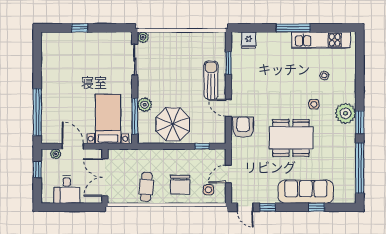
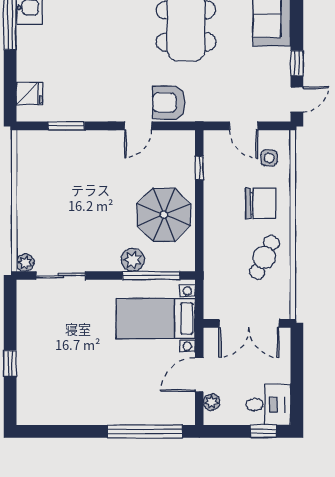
sun lounger: (211, 80) -> (93, 154), removed
window: (37, 169) -> (264, 431), moved
cafe table: (146, 187) -> (264, 257), turned -68
desk: (67, 190) -> (268, 405), moved

